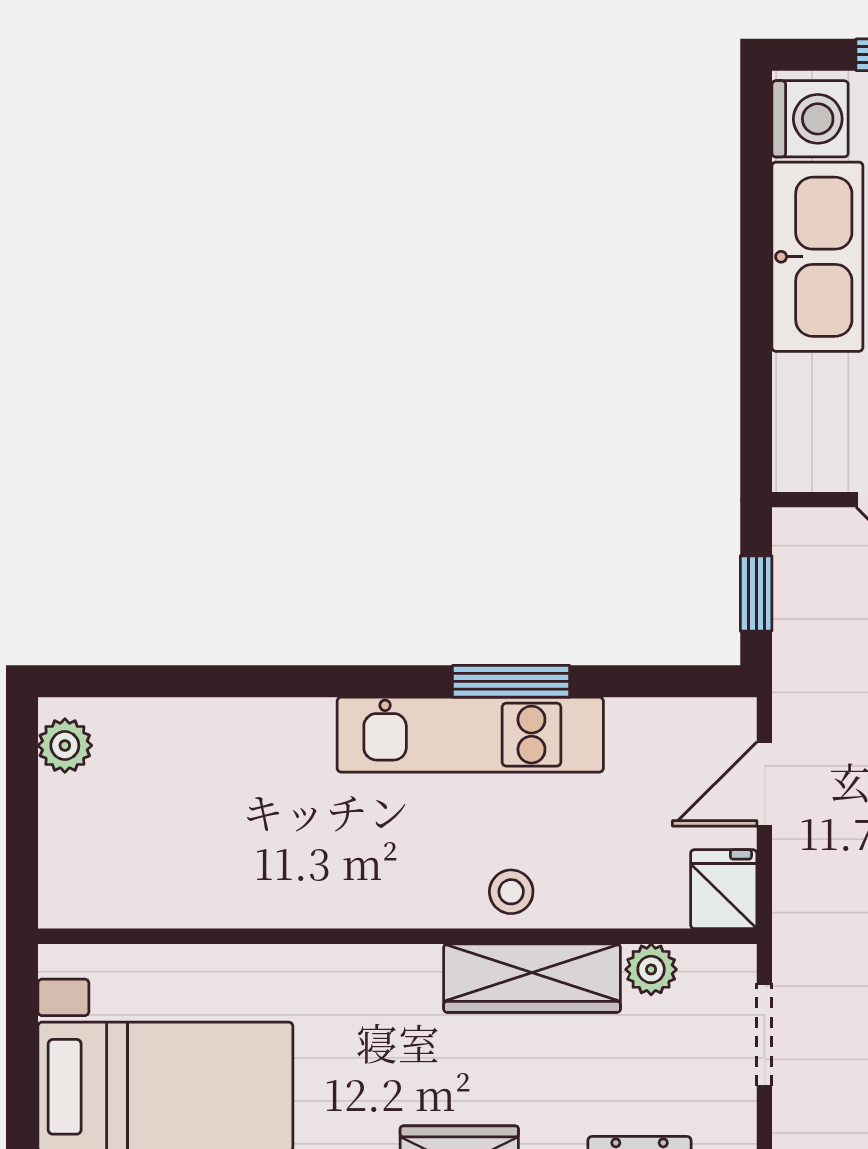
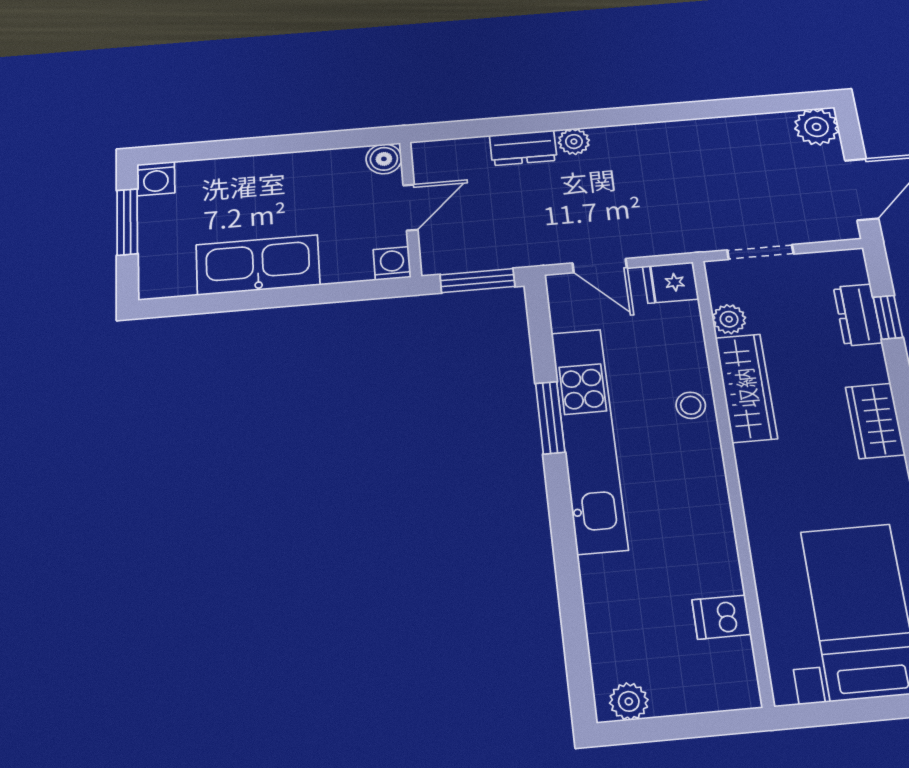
washing machine: (810, 119) -> (392, 263), moved, width x0.73, depth x0.73
window: (756, 593) -> (477, 281), width x1.50
kitchen unit: (470, 735) -> (589, 439), width x1.36
dishwasher: (175, 891) -> (722, 617), added

